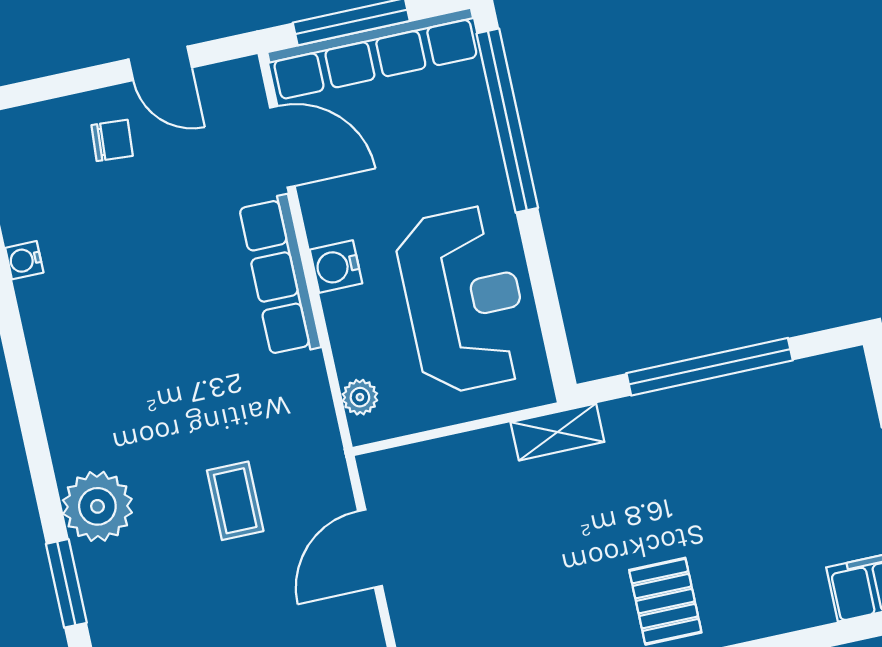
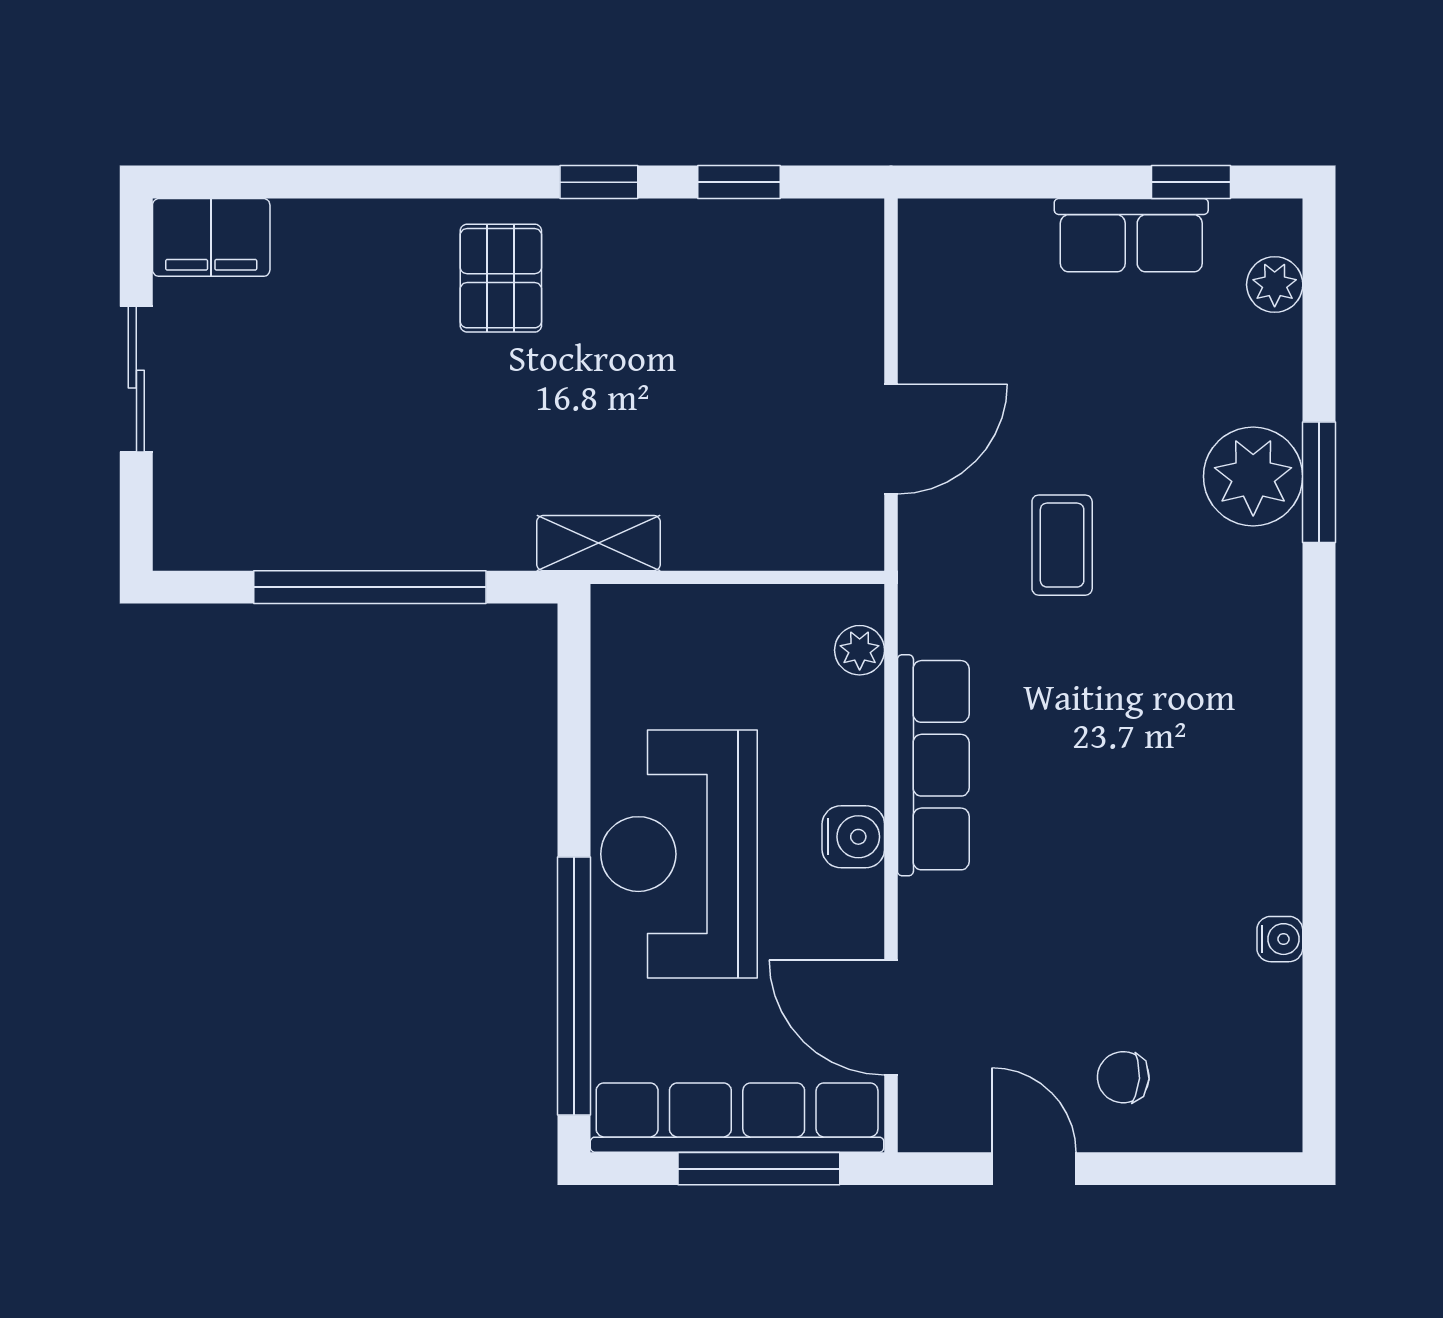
row of seats: (280, 276) -> (933, 765), moved
reception desk: (464, 300) -> (679, 854), moved
plant: (97, 506) -> (1253, 476), moved

